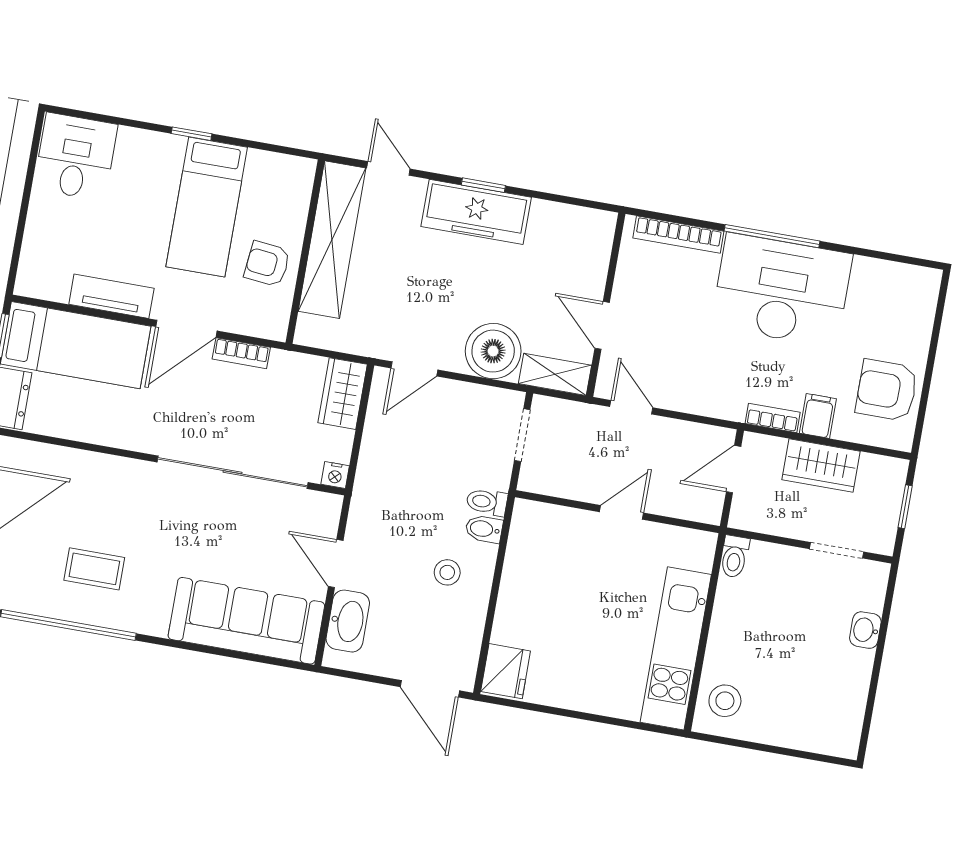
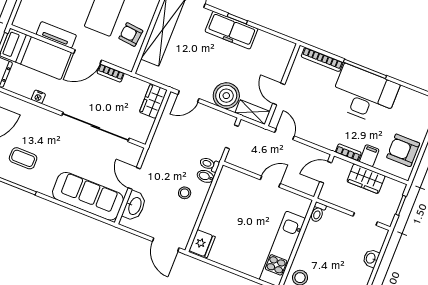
nightstand: (335, 475) -> (38, 97), moved

